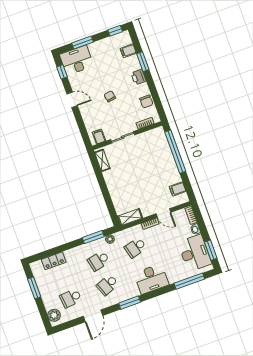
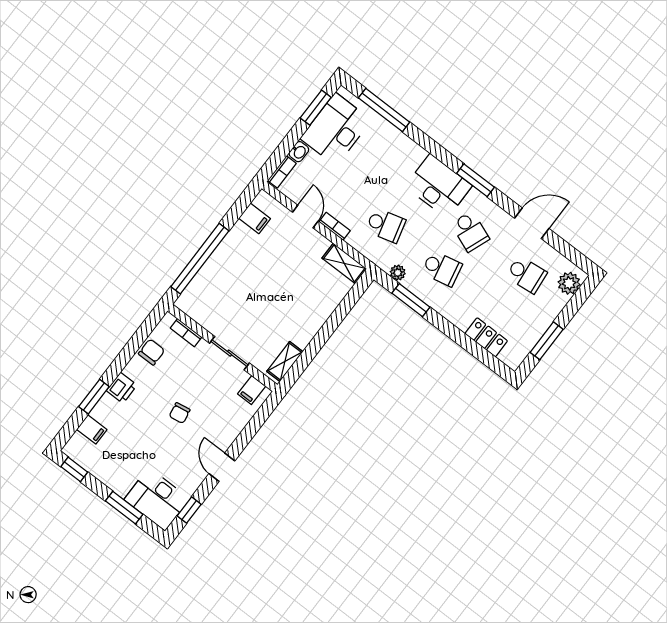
desk: (151, 279) -> (439, 186), moved
school desk: (107, 285) -> (470, 232), turned 42

